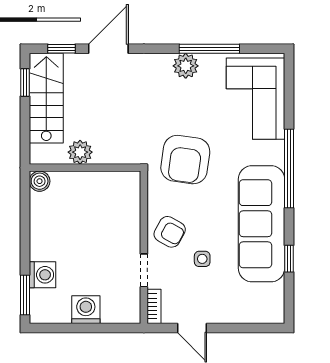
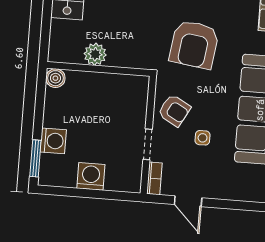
plant: (80, 152) -> (95, 54), moved
wall: (85, 168) -> (99, 69), moved
boiler: (40, 181) -> (55, 78), moved

